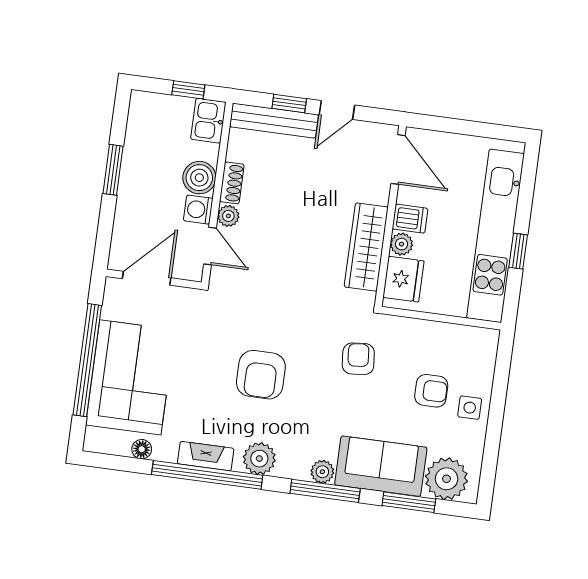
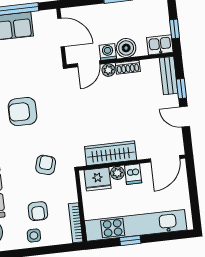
bench: (274, 121) -> (169, 76), width x0.73
bookcase: (466, 334) -> (76, 223), added
armchair: (358, 359) -> (46, 165), turned -68

